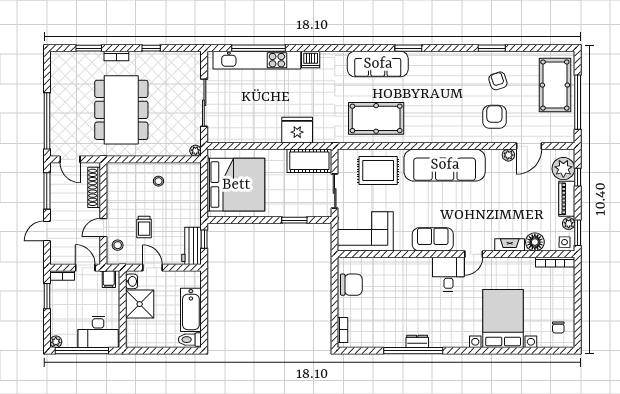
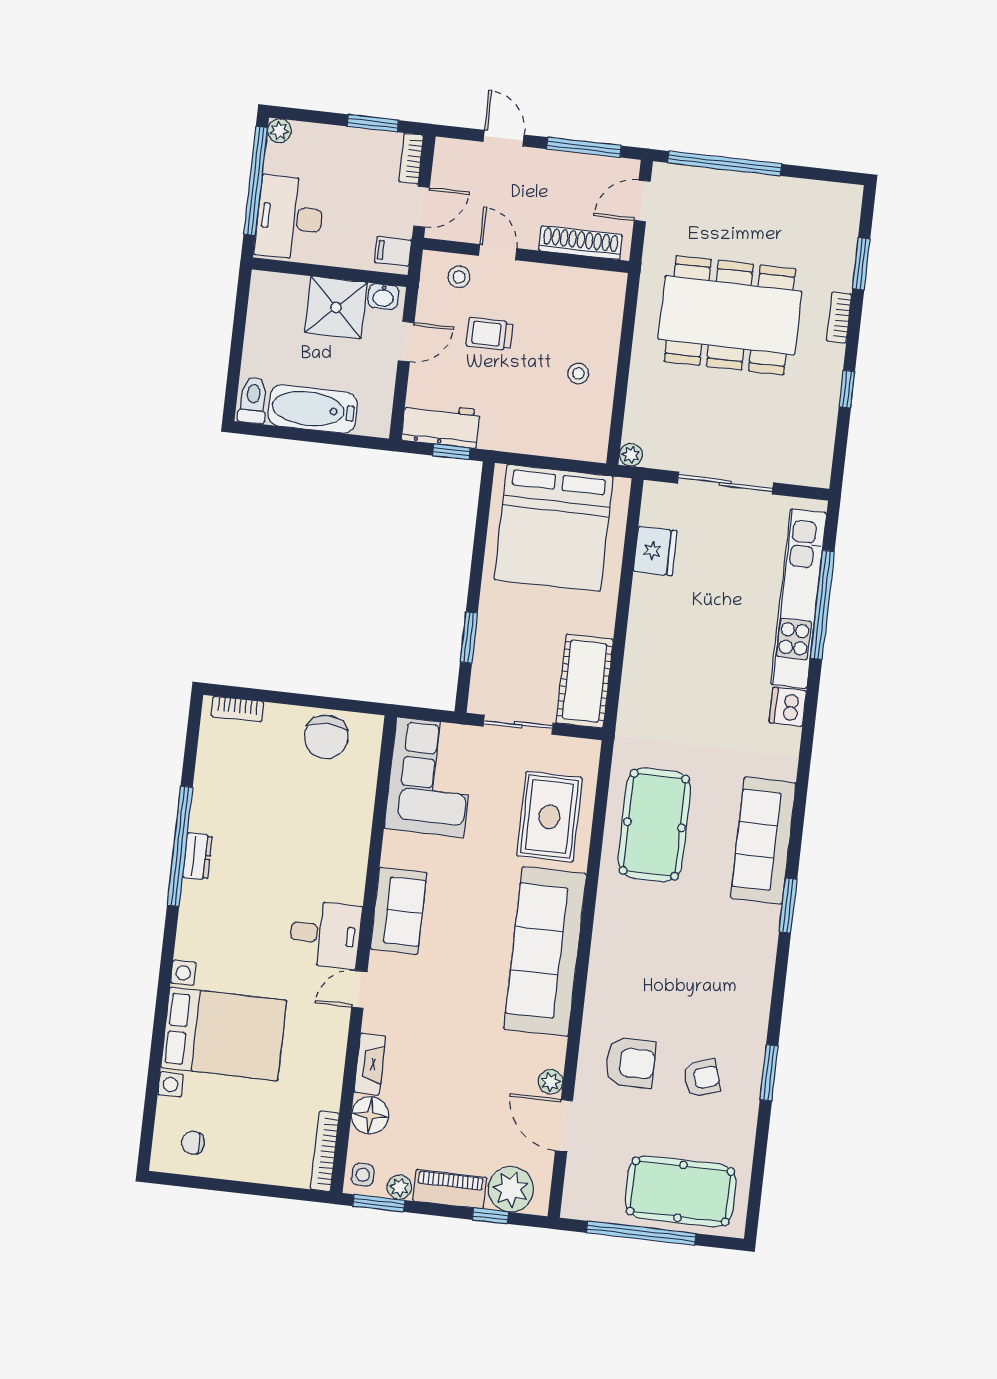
fridge: (297, 130) -> (655, 551), moved, width x0.73, depth x0.75
door: (474, 254) -> (359, 989), hinge flipped

